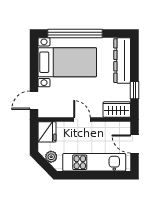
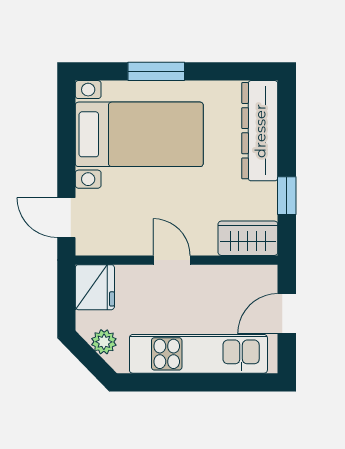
window: (75, 34) -> (156, 71), width x0.47
door: (34, 100) -> (66, 218), hinge flipped
door: (134, 144) -> (287, 314), hinge flipped

